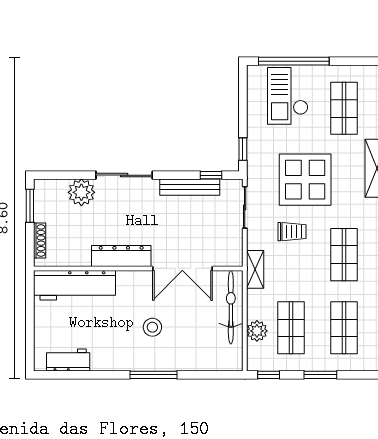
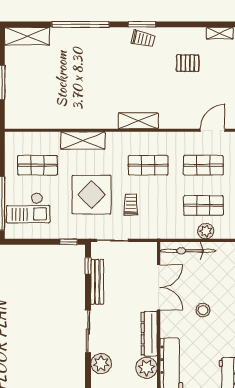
plant: (76, 253) -> (147, 368), added
shelving: (255, 269) -> (159, 232), removed

